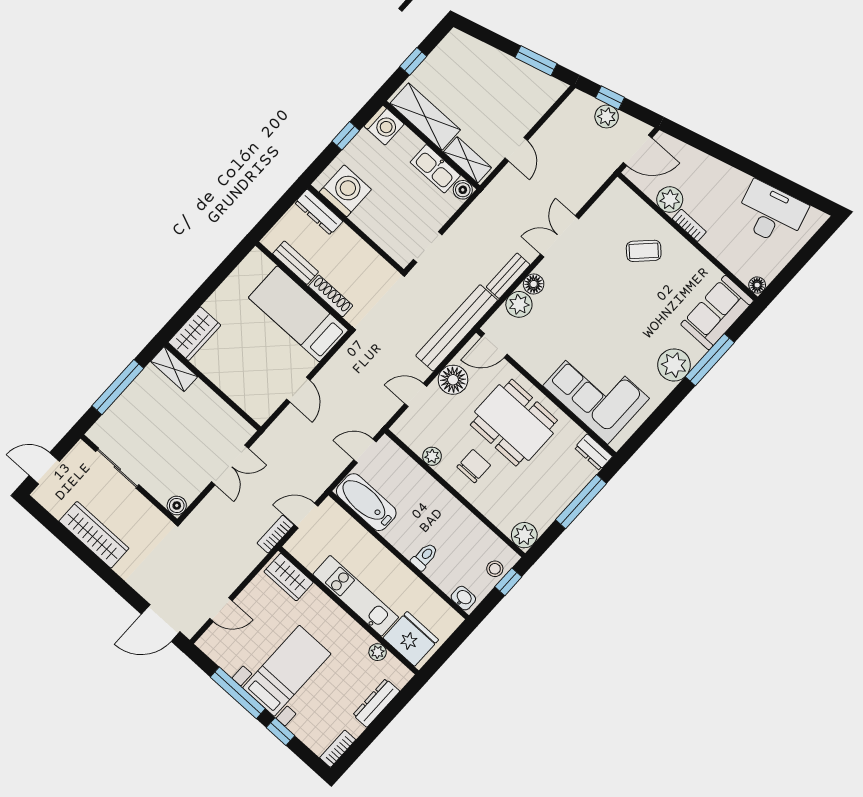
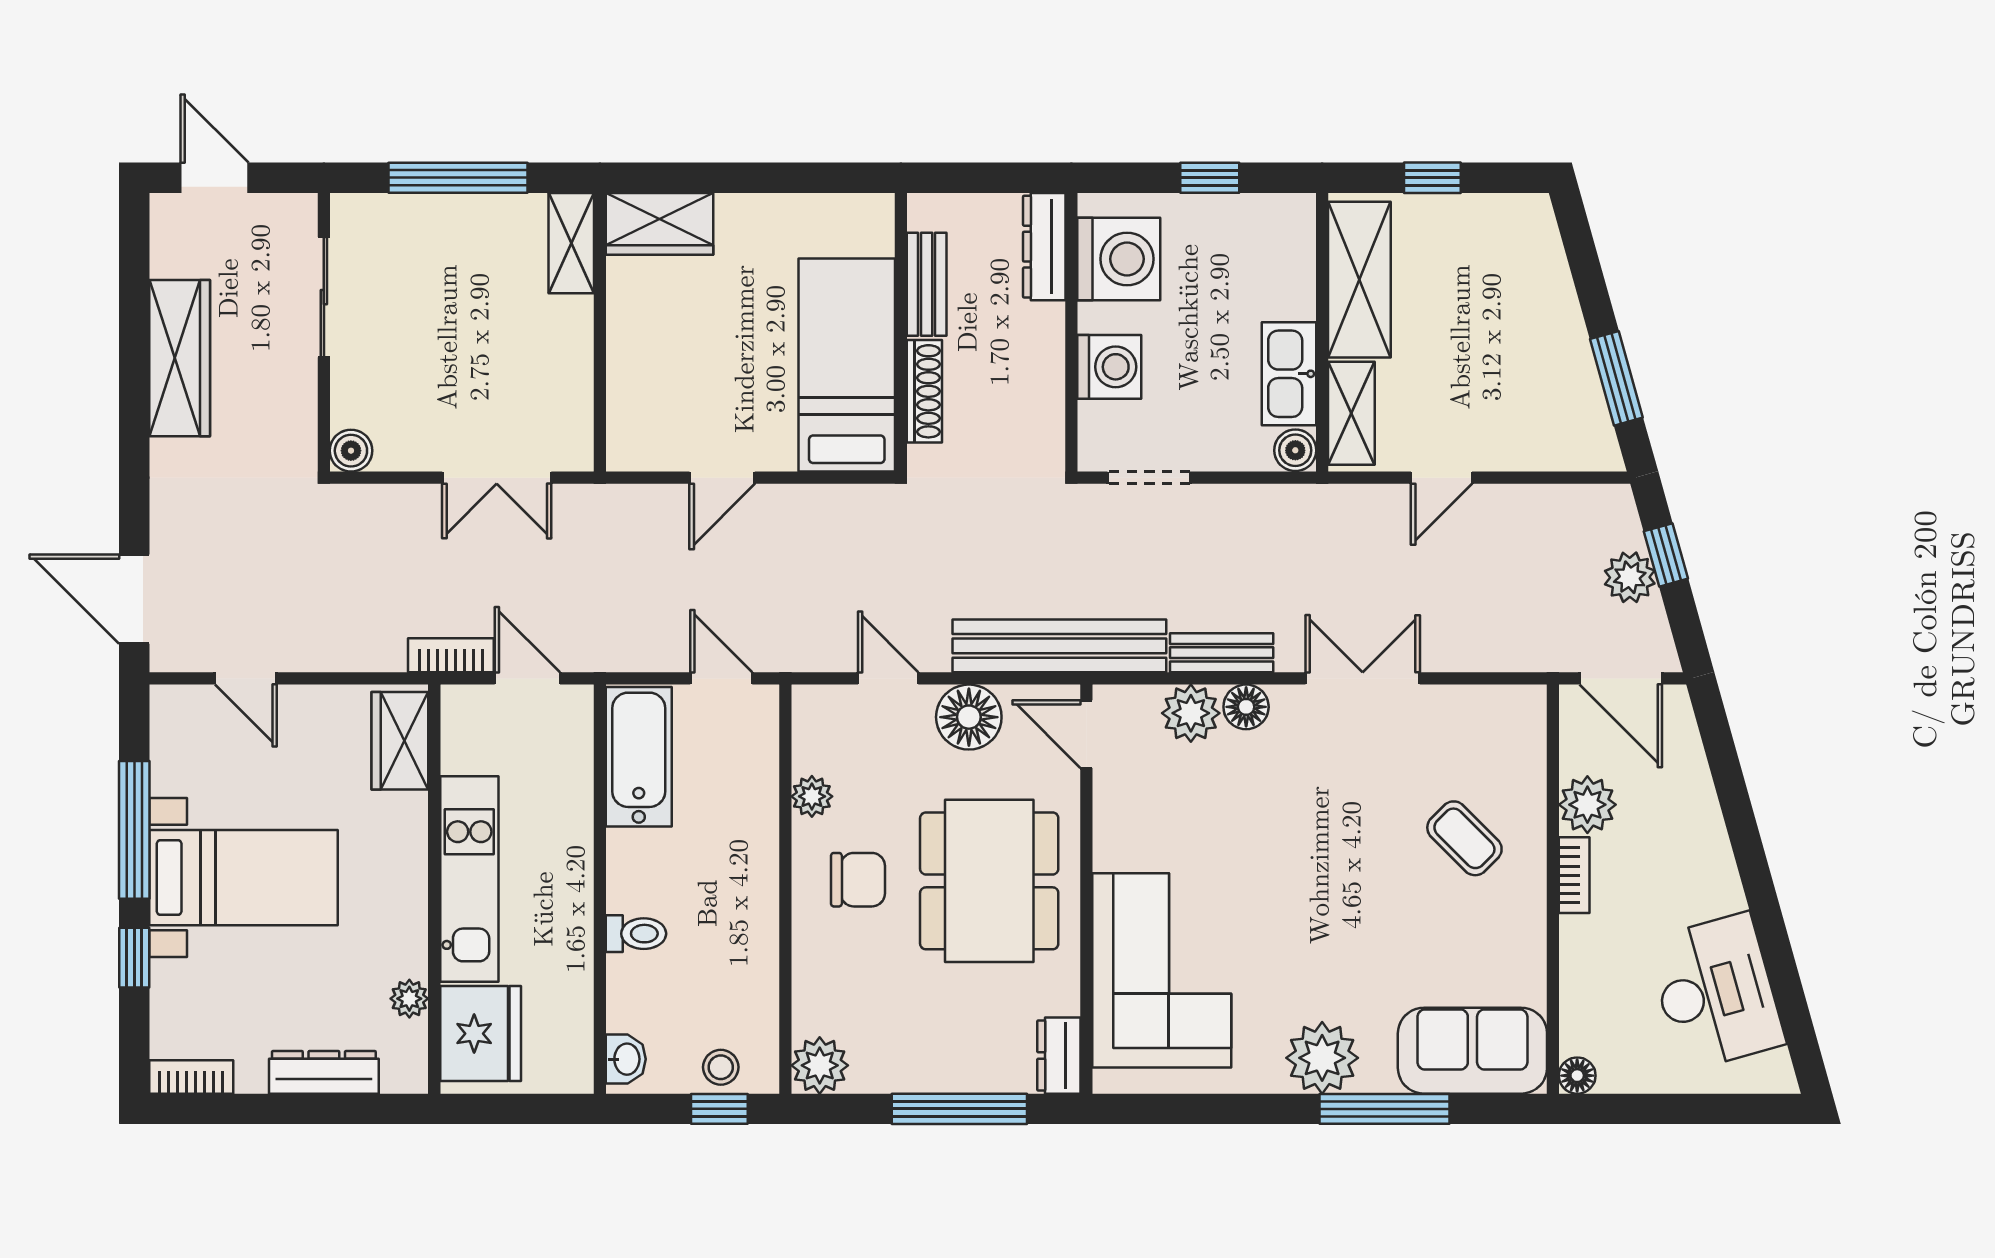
washing machine: (384, 125) -> (1109, 367), moved, turned -90

